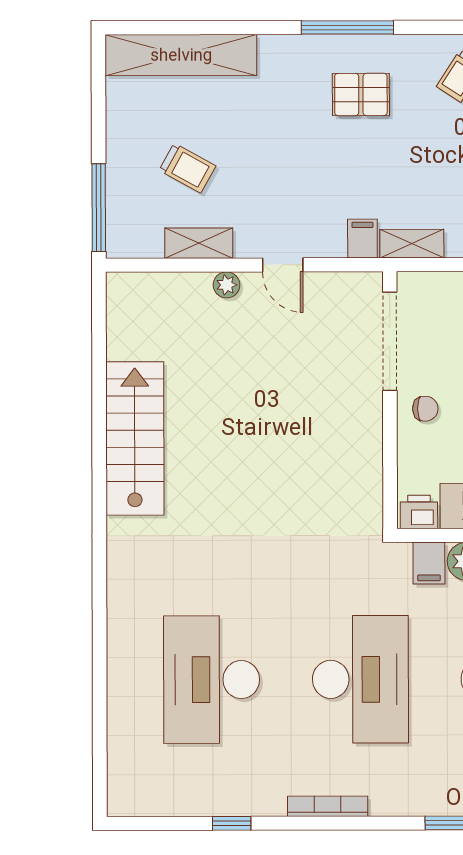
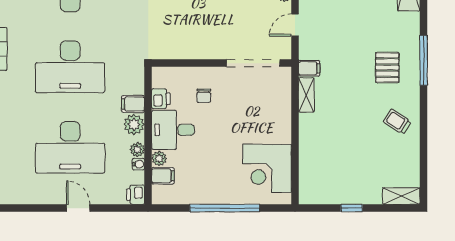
doorway: (390, 341) -> (253, 63), moved
wall: (390, 400) -> (221, 63), moved
chair: (425, 409) -> (204, 96), moved

